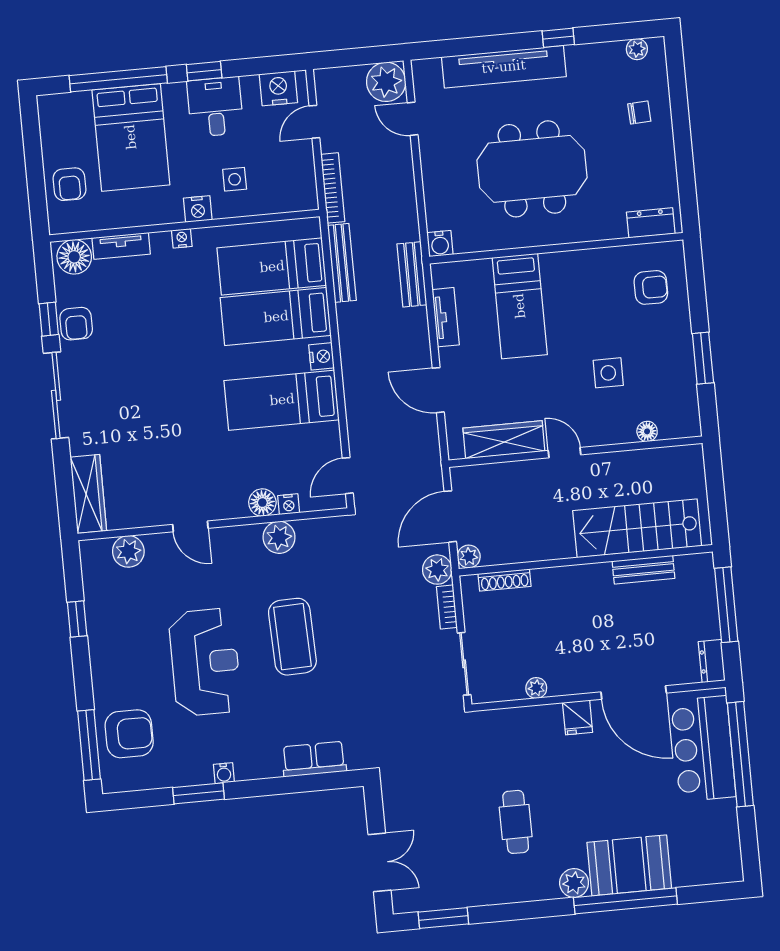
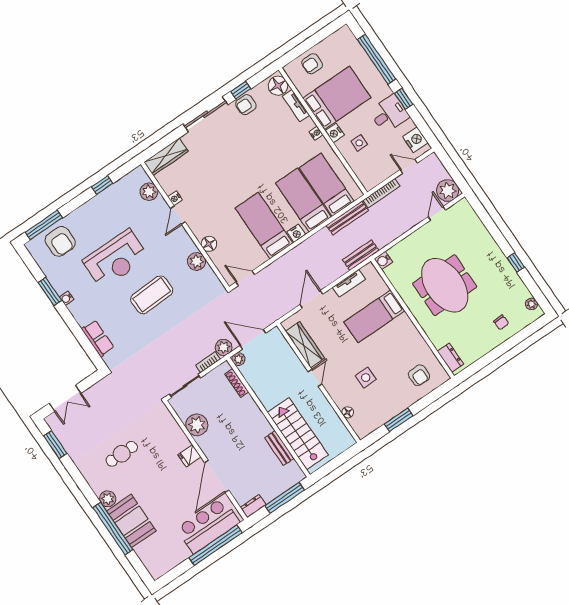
tv unit: (504, 67) -> (487, 244), removed
bed: (131, 137) -> (337, 98), moved, turned 180
nightstand: (289, 504) -> (175, 198), moved
plant: (536, 688) -> (197, 425), width x1.87, depth x1.87

